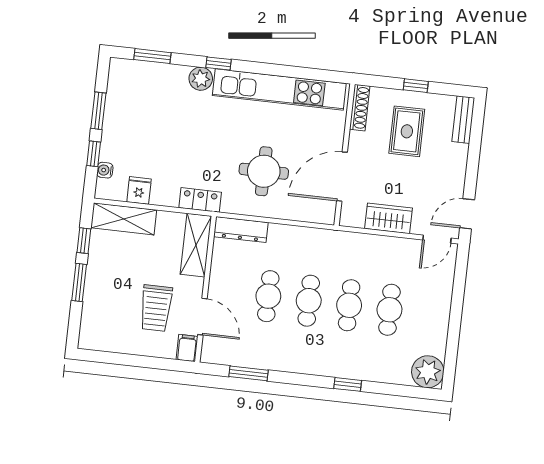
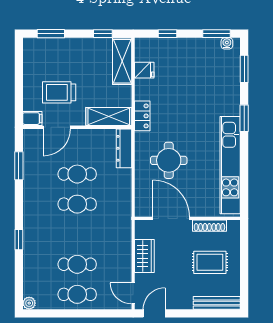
window: (218, 63) -> (244, 118), width x1.50
plant: (201, 79) -> (232, 106), removed
window: (416, 86) -> (244, 265), removed
shoe rack: (360, 108) -> (209, 226), moved
window: (98, 111) -> (217, 34), moved
bench: (463, 120) -> (217, 303), width x1.36
water cooler: (105, 170) -> (227, 43), moved
door: (467, 214) -> (154, 313), hinge flipped
window: (79, 282) -> (51, 34), moved
cafe table: (349, 305) -> (77, 294), moved
plant: (428, 372) -> (29, 303), width x0.53, depth x0.53

